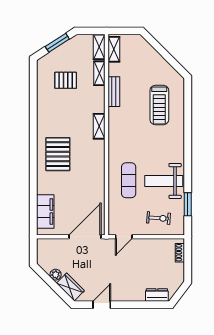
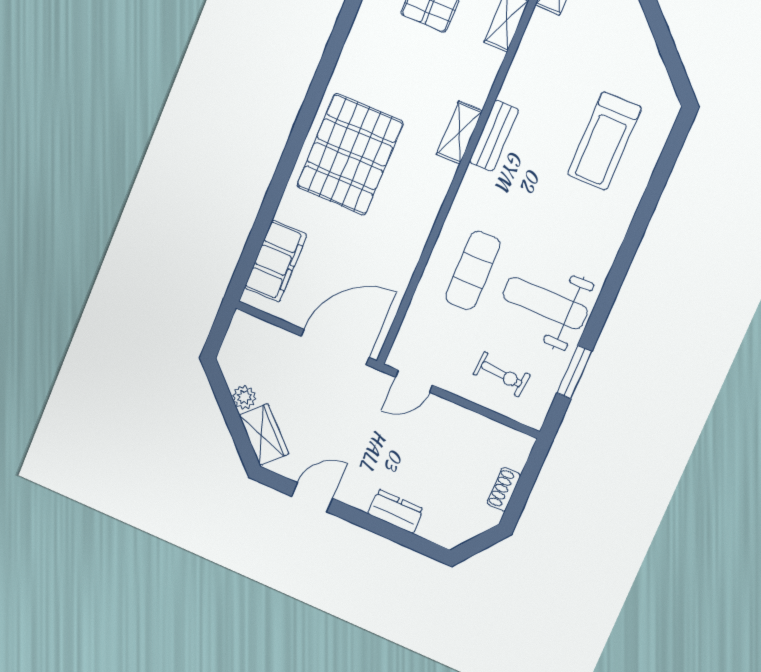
bench: (114, 92) -> (494, 136), moved
pallet: (58, 154) -> (350, 154), width x1.37, depth x1.41
shoe rack: (180, 253) -> (504, 489), moved
dresser: (157, 295) -> (396, 511), moved

